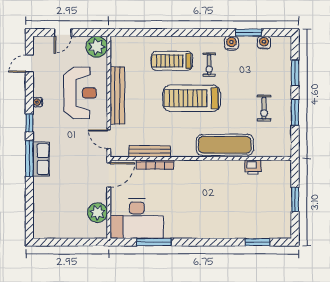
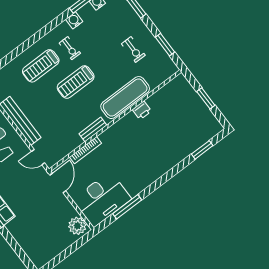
treadmill: (192, 98) -> (76, 82), width x0.73, depth x0.73
window: (295, 112) -> (165, 45), moved
bench: (150, 151) -> (93, 129), moved, width x0.73
printer: (253, 167) -> (142, 110), moved
plant: (97, 213) -> (77, 226), moved

